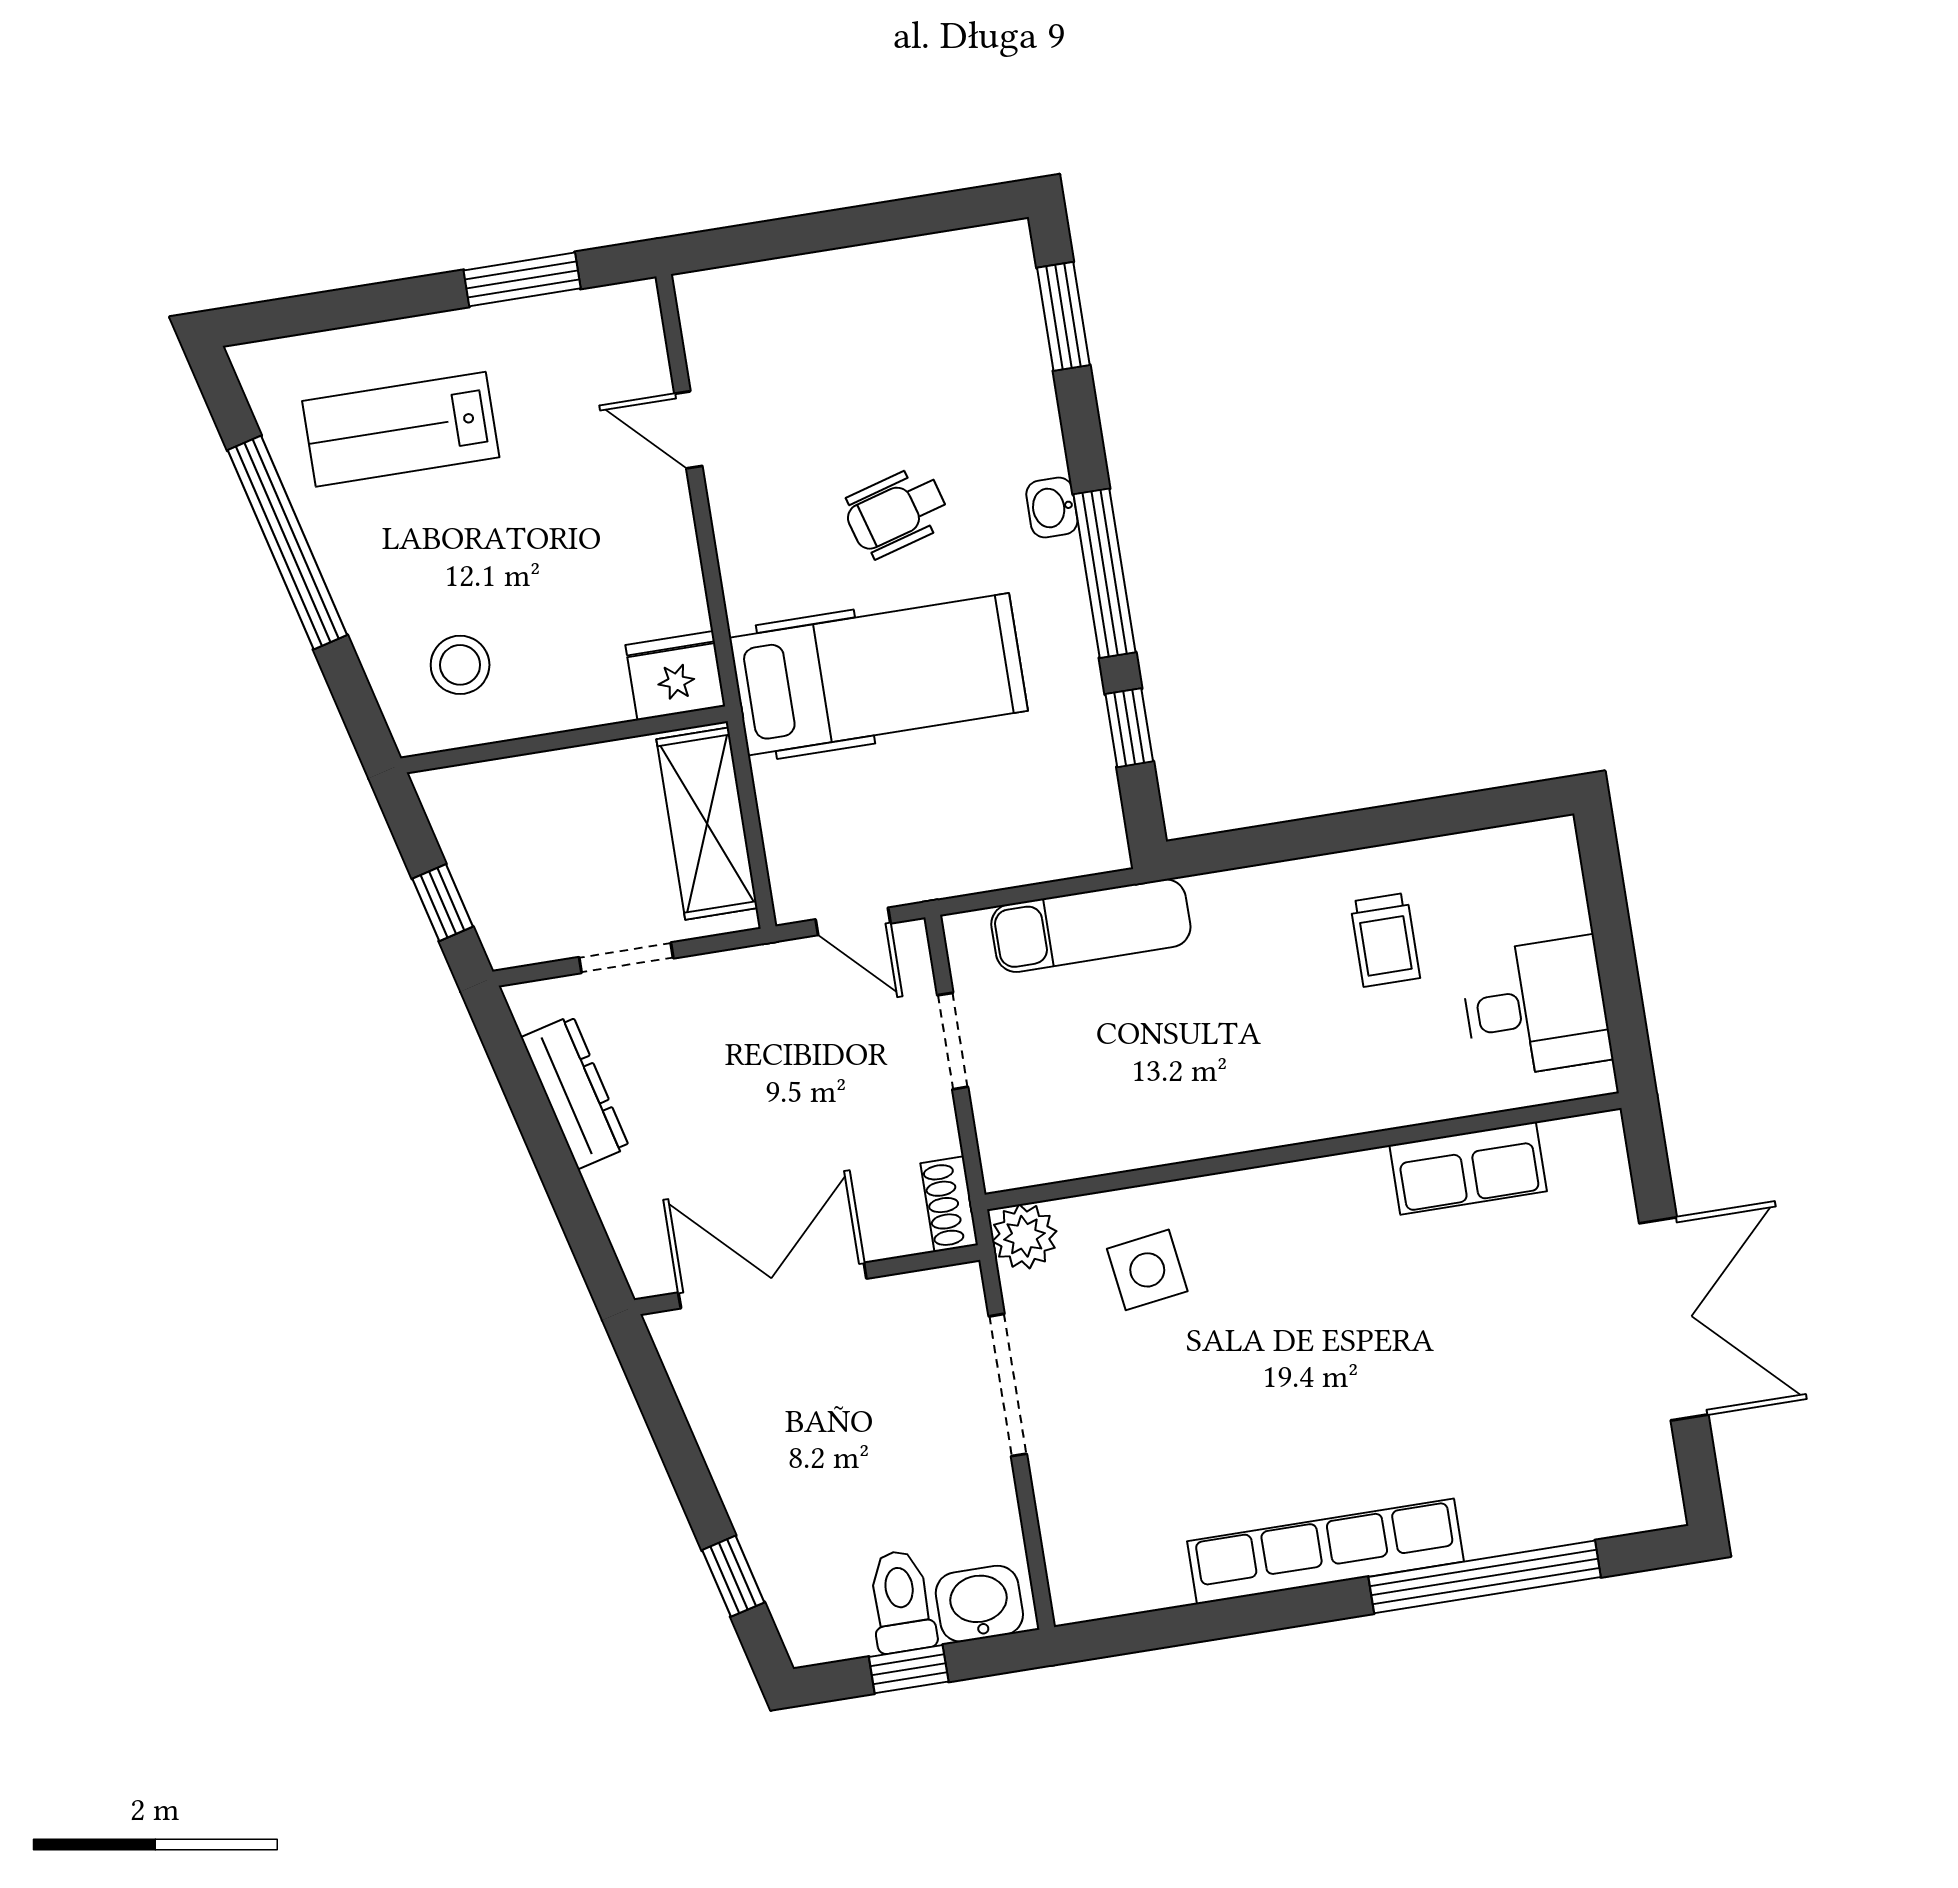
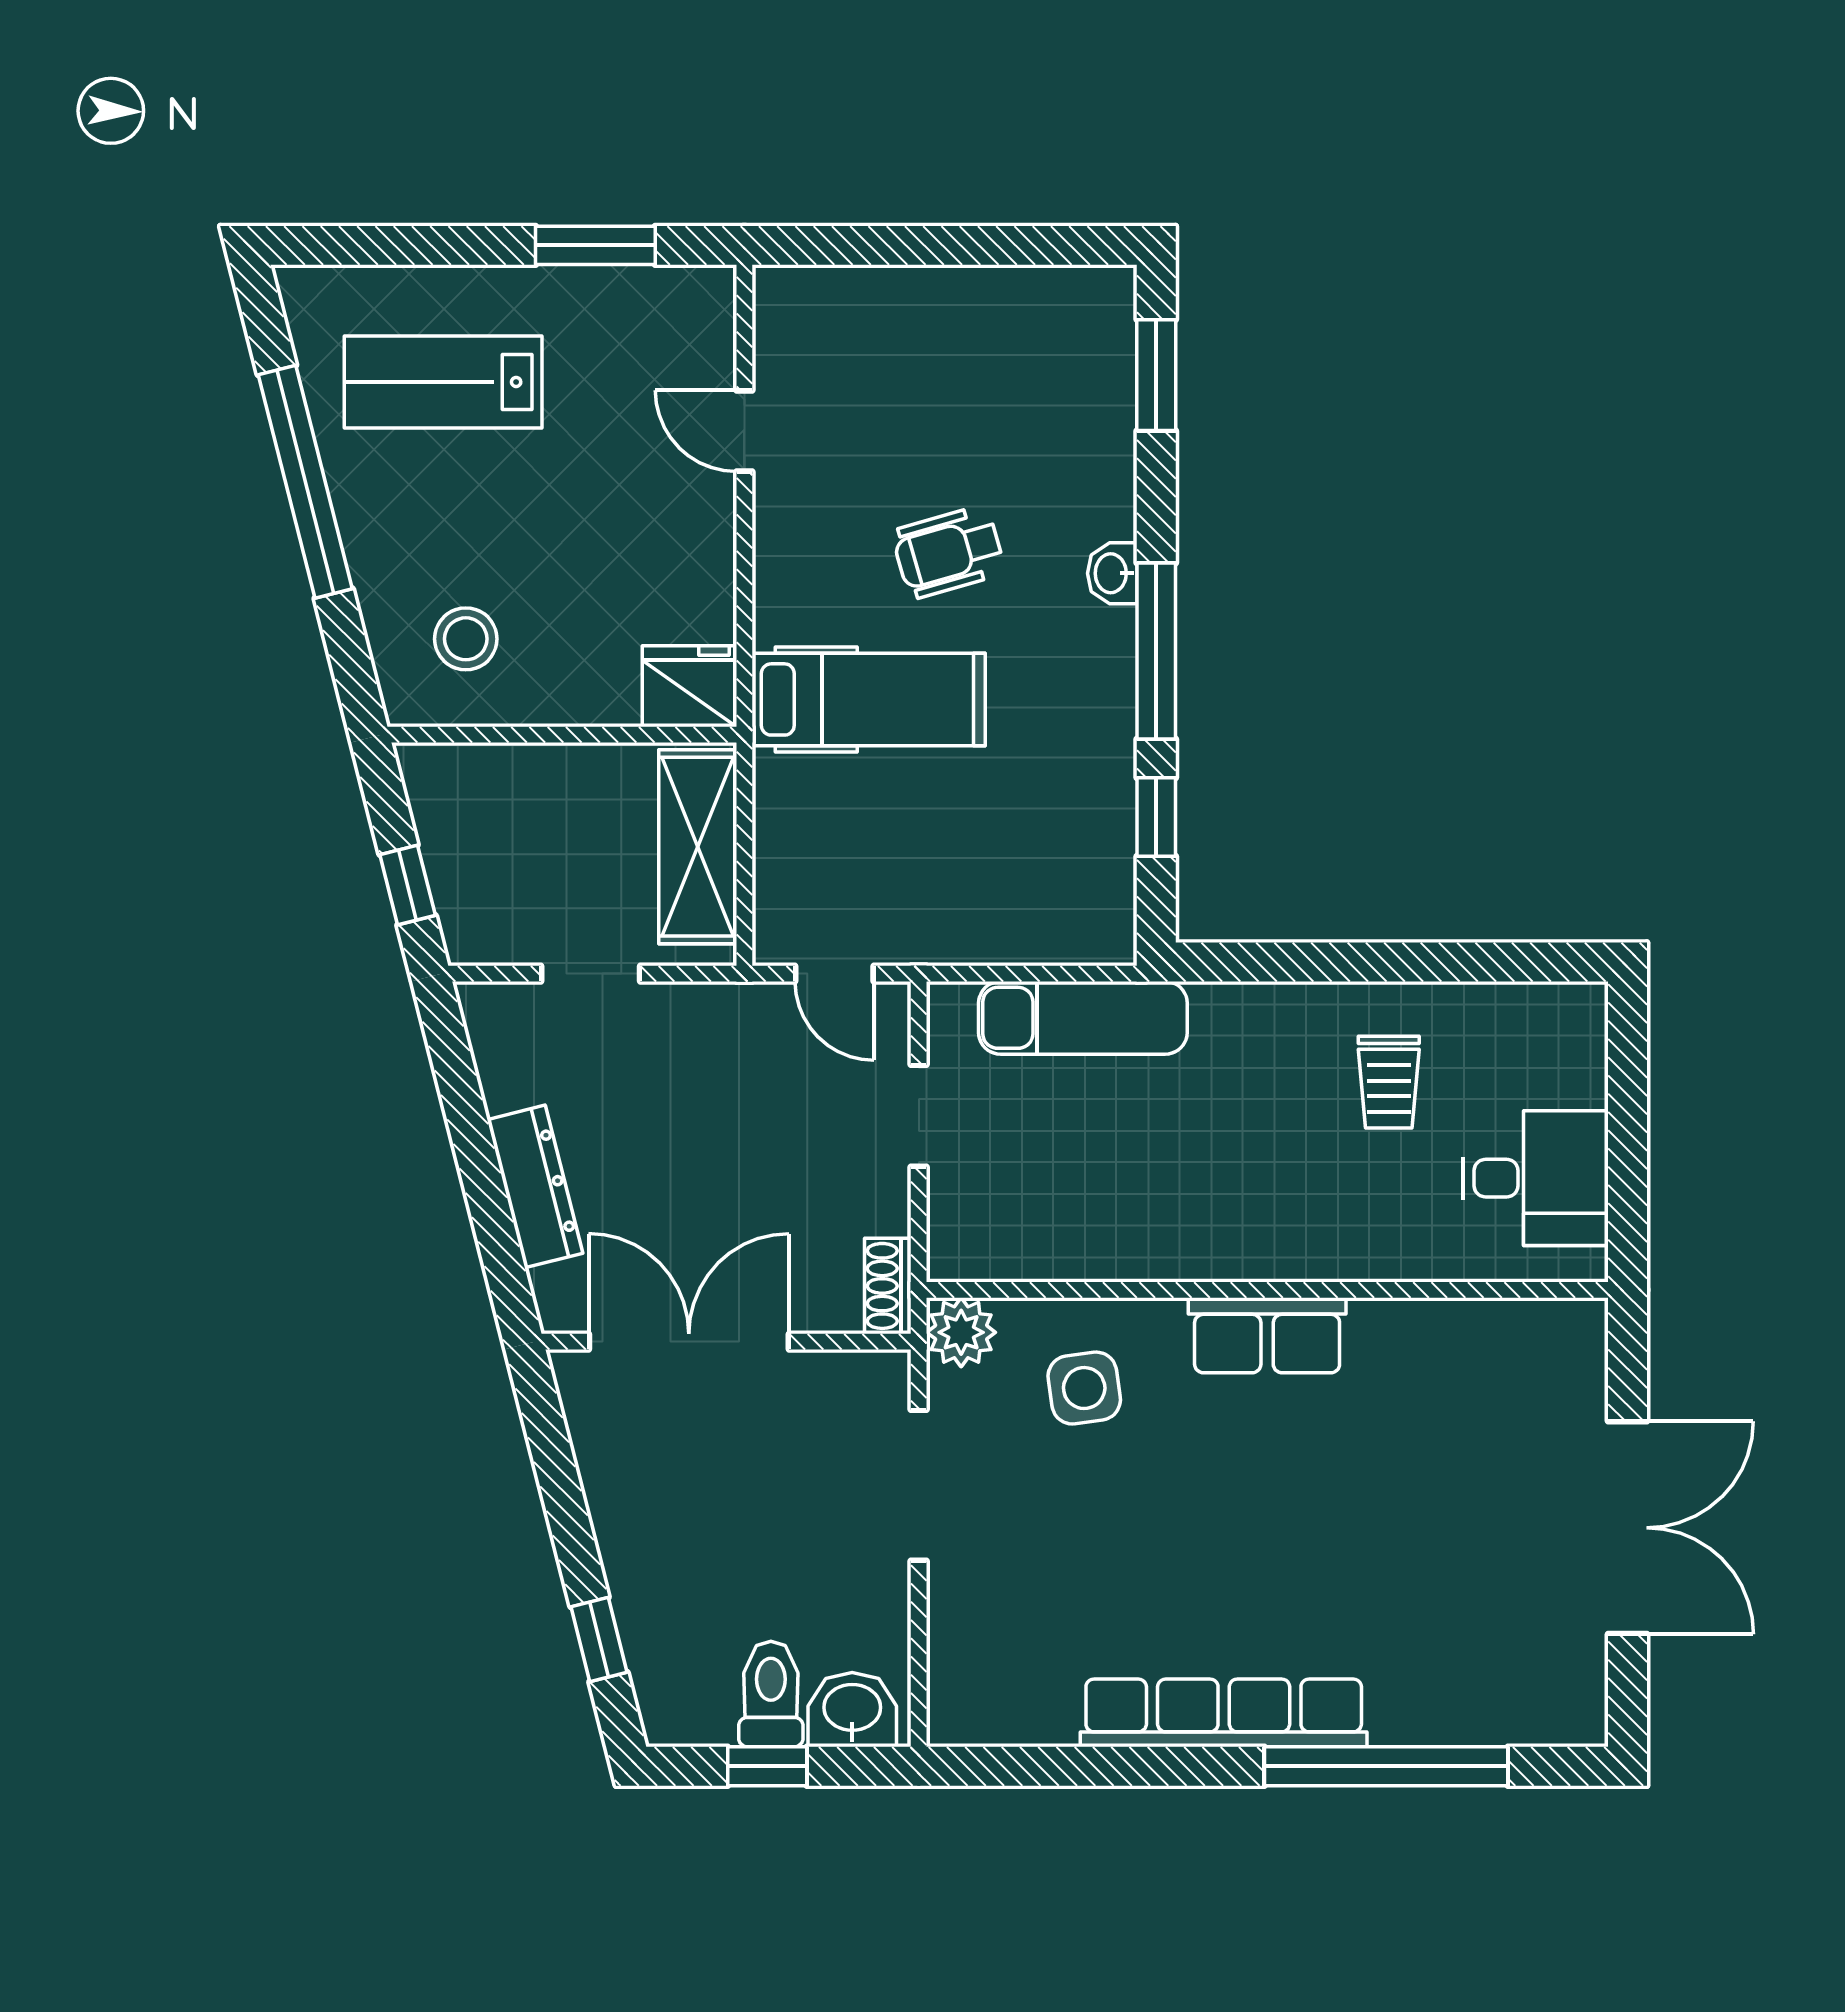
hospital bed: (878, 674) -> (869, 699), width x0.73, depth x0.78
dresser: (575, 1092) -> (535, 1186), moved
row of seats: (1468, 1168) -> (1267, 1335), moved

